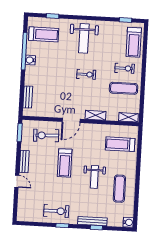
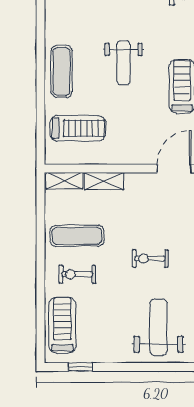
shelving: (95, 115) -> (104, 181), moved
weight bench: (94, 177) -> (124, 63), turned 180
exercise mat: (119, 189) -> (62, 71), moved

